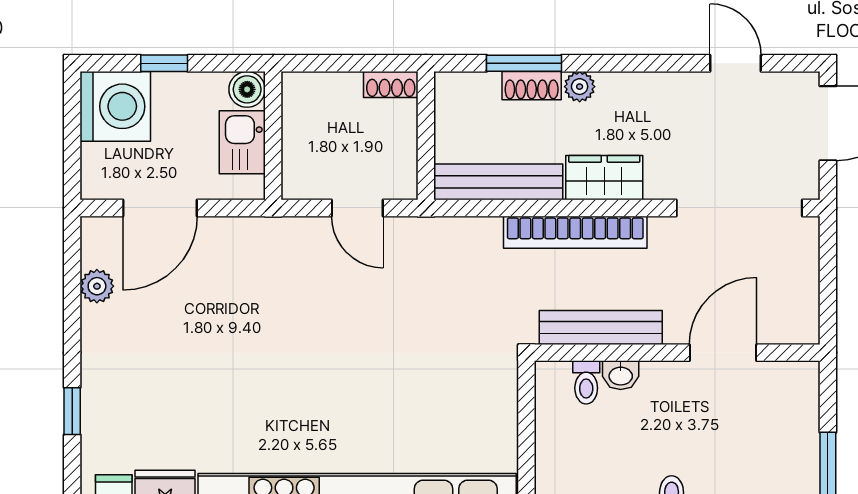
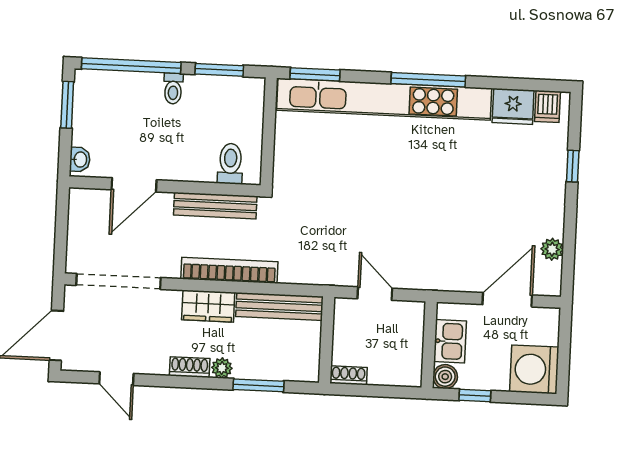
window: (164, 63) -> (475, 396), moved
shoe rack: (532, 86) -> (190, 367), moved
washbasin: (621, 375) -> (80, 159), moved, turned 90
toilet: (586, 382) -> (230, 164), width x1.37, depth x1.39

